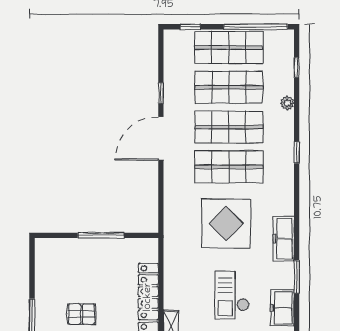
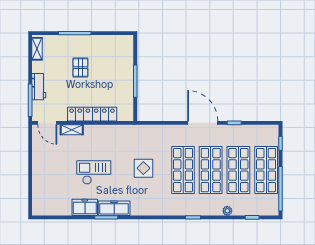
display table: (226, 224) -> (143, 168), width x0.54, depth x0.54
freezer: (284, 239) -> (114, 208), moved

